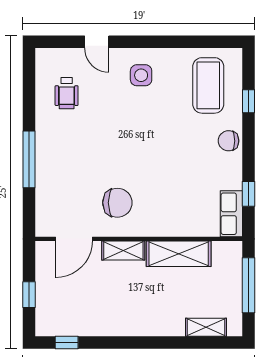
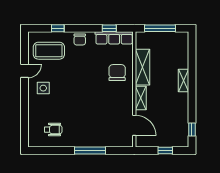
door: (97, 42) -> (25, 71), moved
chair: (117, 203) -> (117, 73), moved
row of seats: (231, 214) -> (114, 38), width x1.48
shelving: (206, 327) -> (183, 80), moved

